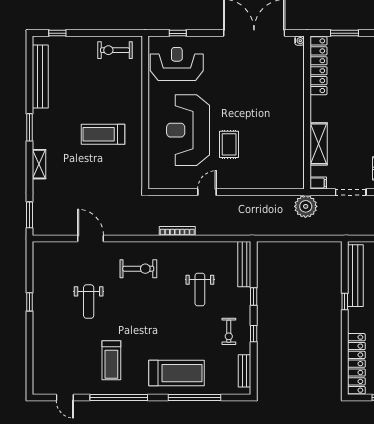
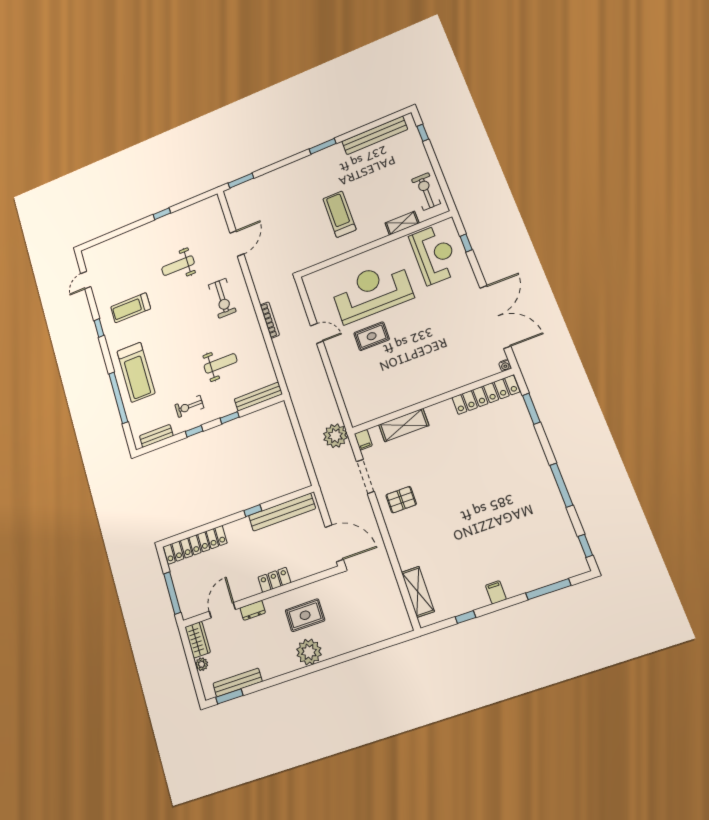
shelving: (39, 164) -> (402, 223), moved
weight bench: (200, 290) -> (221, 363), turned 180
window: (119, 397) -> (99, 328), width x0.32

